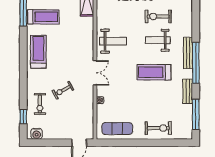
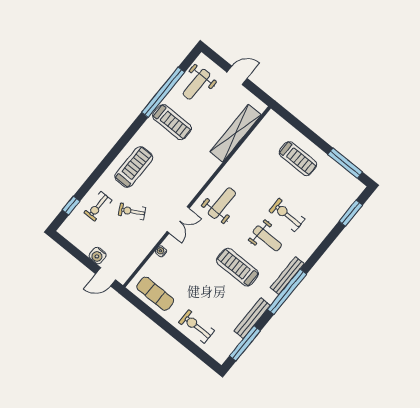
weight bench: (158, 40) -> (267, 238), turned 180
weight bench: (113, 41) -> (222, 203), turned -90
treadmill: (38, 52) -> (134, 167), moved
bench: (188, 91) -> (252, 318), width x1.36
exercise bike: (158, 128) -> (197, 326), turned 180
water cooler: (37, 134) -> (98, 256), moved

